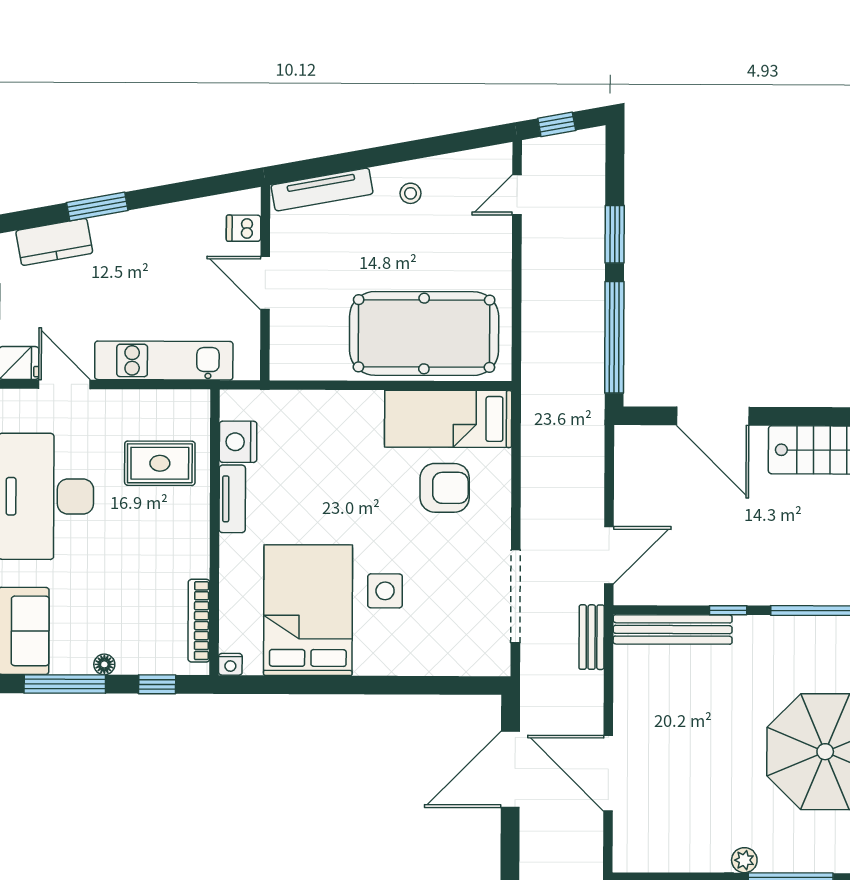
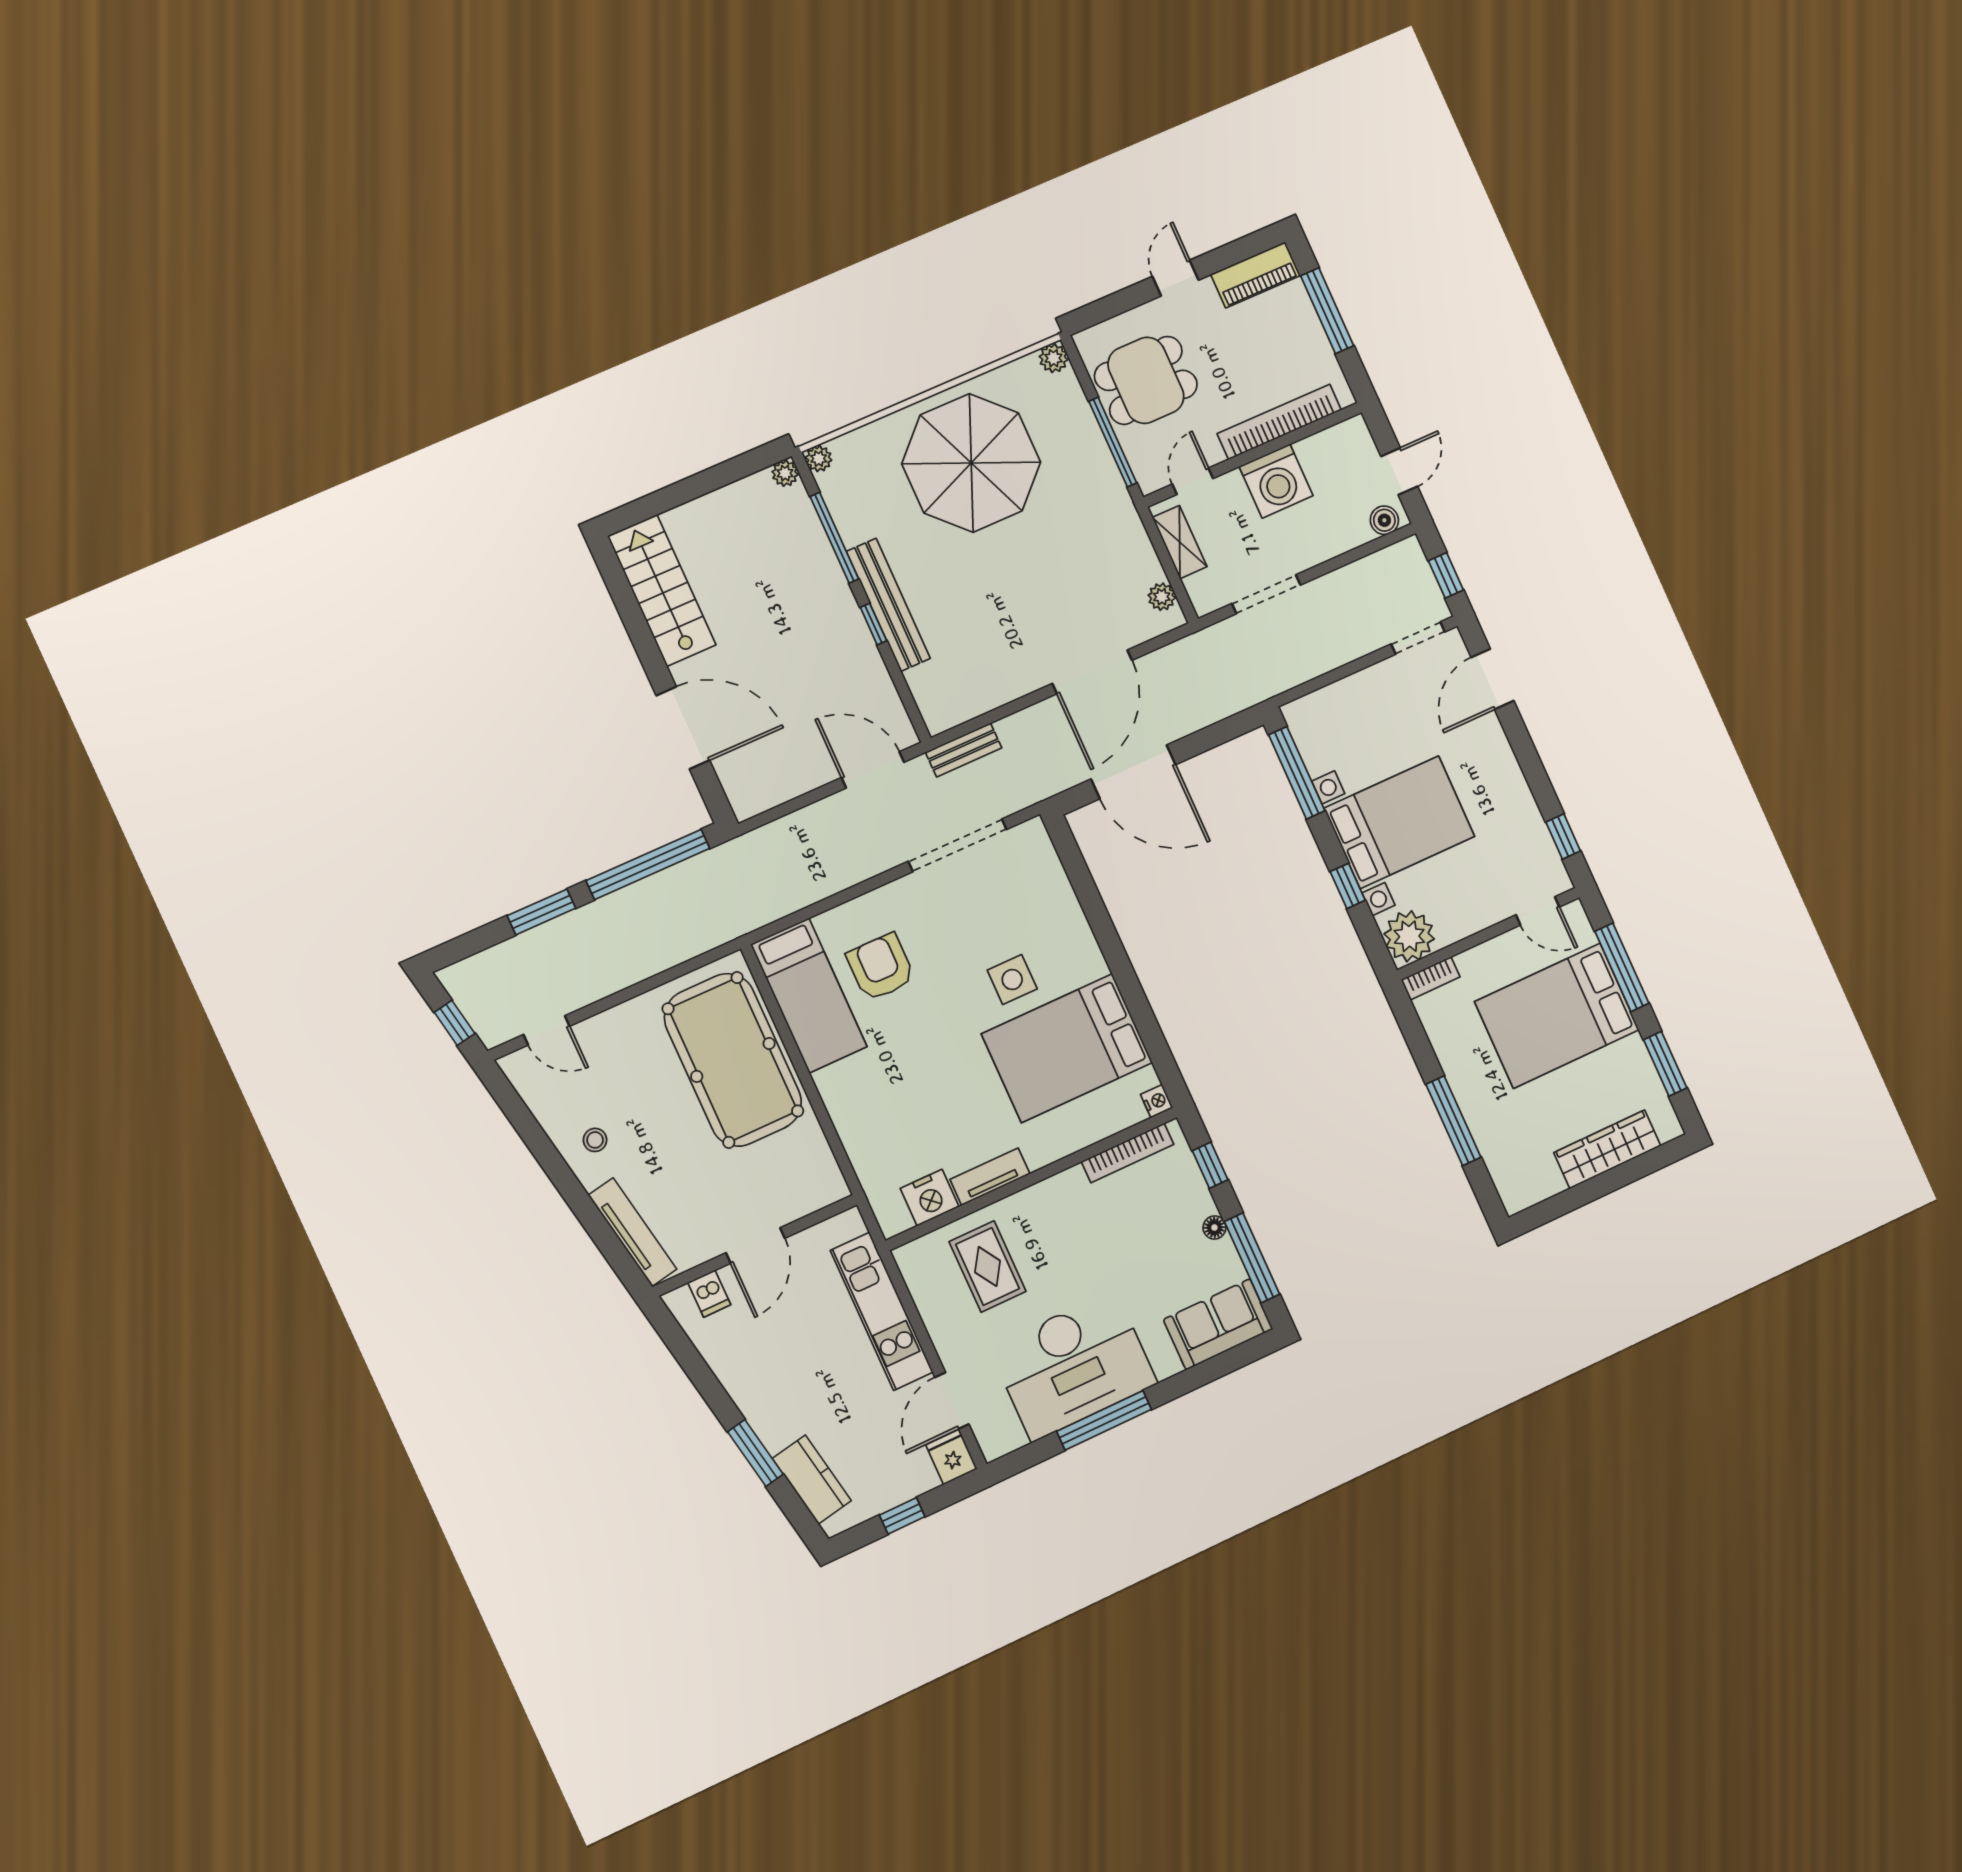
door: (713, 416) -> (683, 728), hinge flipped
bench: (673, 629) -> (888, 605), moved
plant: (744, 860) -> (1162, 597), moved

